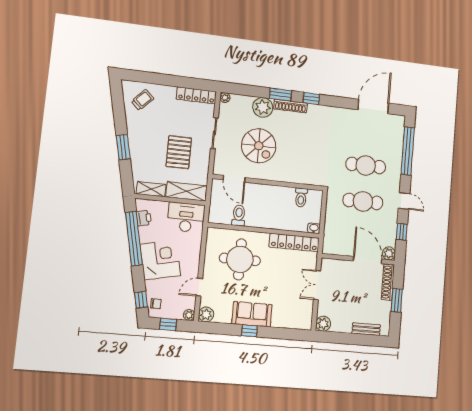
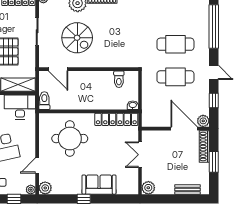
toilet: (239, 215) -> (44, 101), moved
sofa: (252, 314) -> (99, 185), moved

